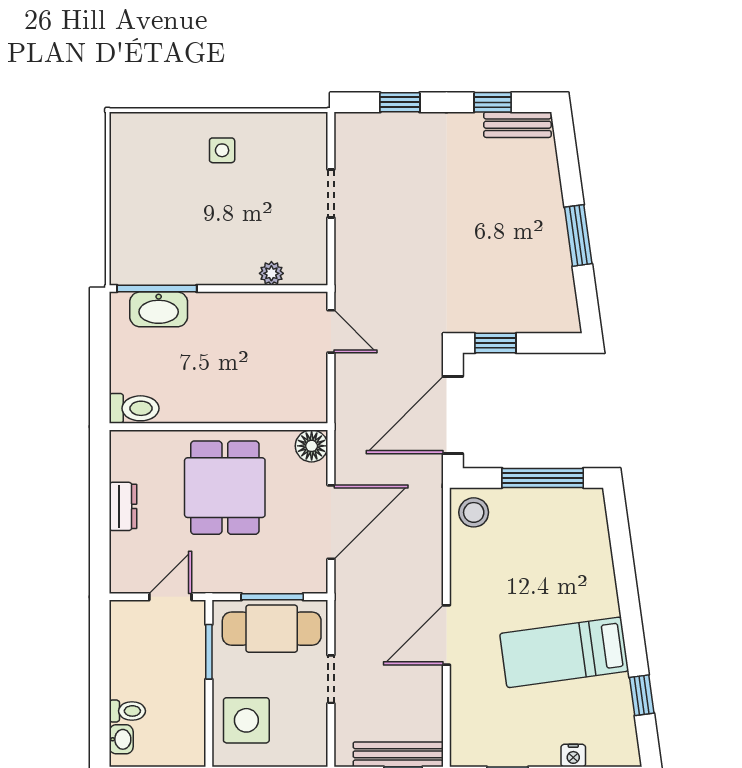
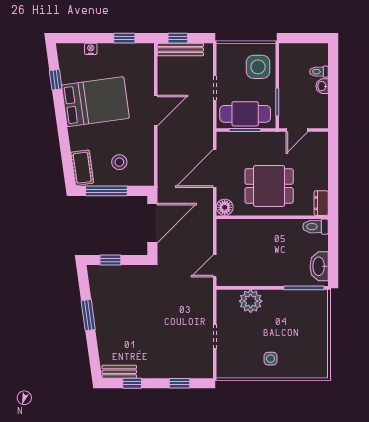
plant: (271, 273) -> (251, 301), width x1.87, depth x1.87
washbasin: (159, 309) -> (319, 266), moved, turned -90
door: (331, 331) -> (215, 266), hinge flipped
window: (495, 343) -> (110, 260), moved
dining table: (225, 488) -> (269, 186), turned 90
dresser: (123, 506) -> (321, 203), moved
stool: (474, 512) -> (119, 162), moved
cot: (590, 523) -> (82, 168), added
bed: (564, 652) -> (95, 102), width x1.50
washbasin: (121, 739) -> (322, 86), moved

